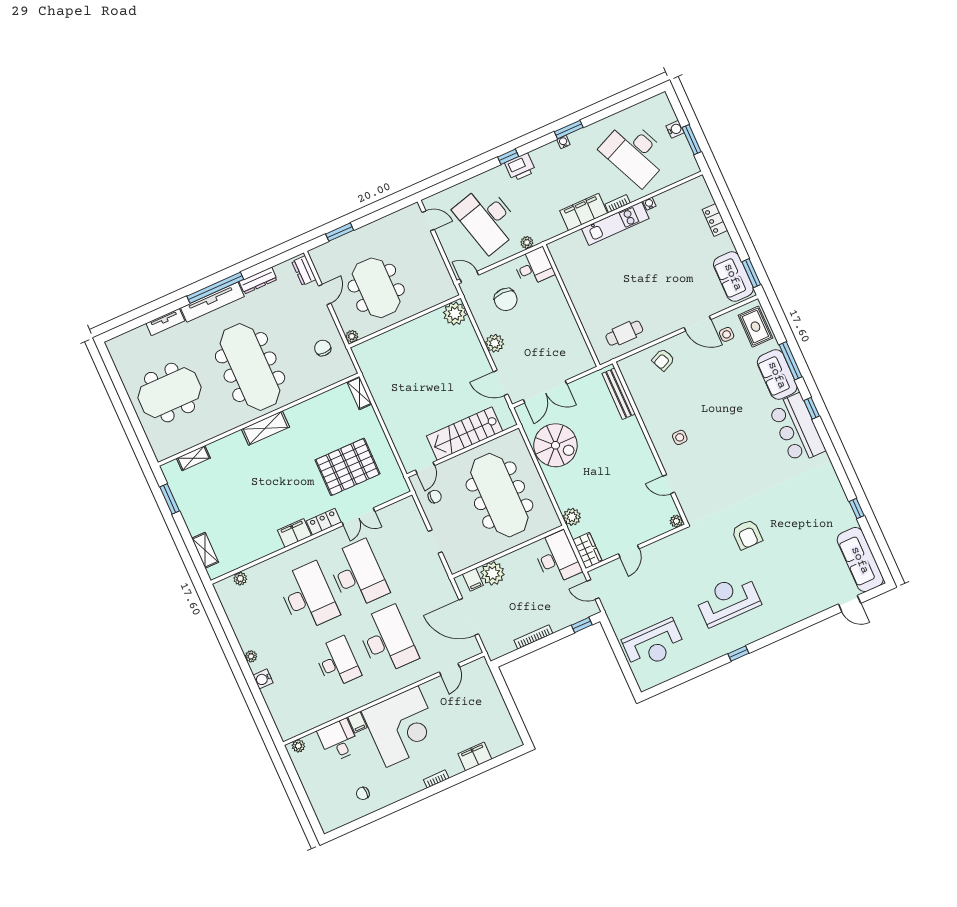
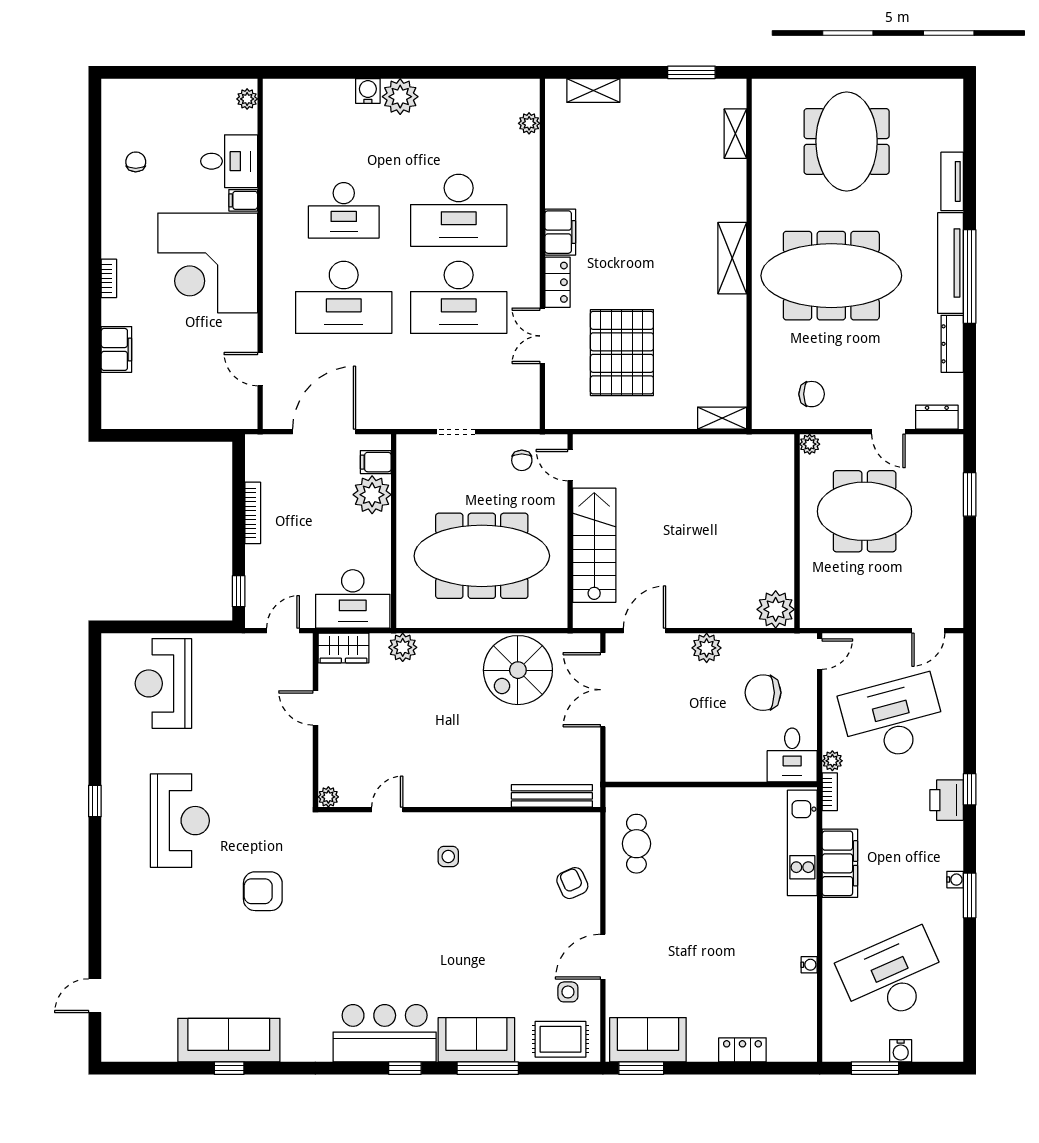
bookcase: (618, 204) -> (830, 792), moved
kitchen unit: (615, 224) -> (802, 843), moved
sofa: (860, 560) -> (229, 1040), moved
plant: (251, 656) -> (400, 97), width x1.88, depth x1.88

